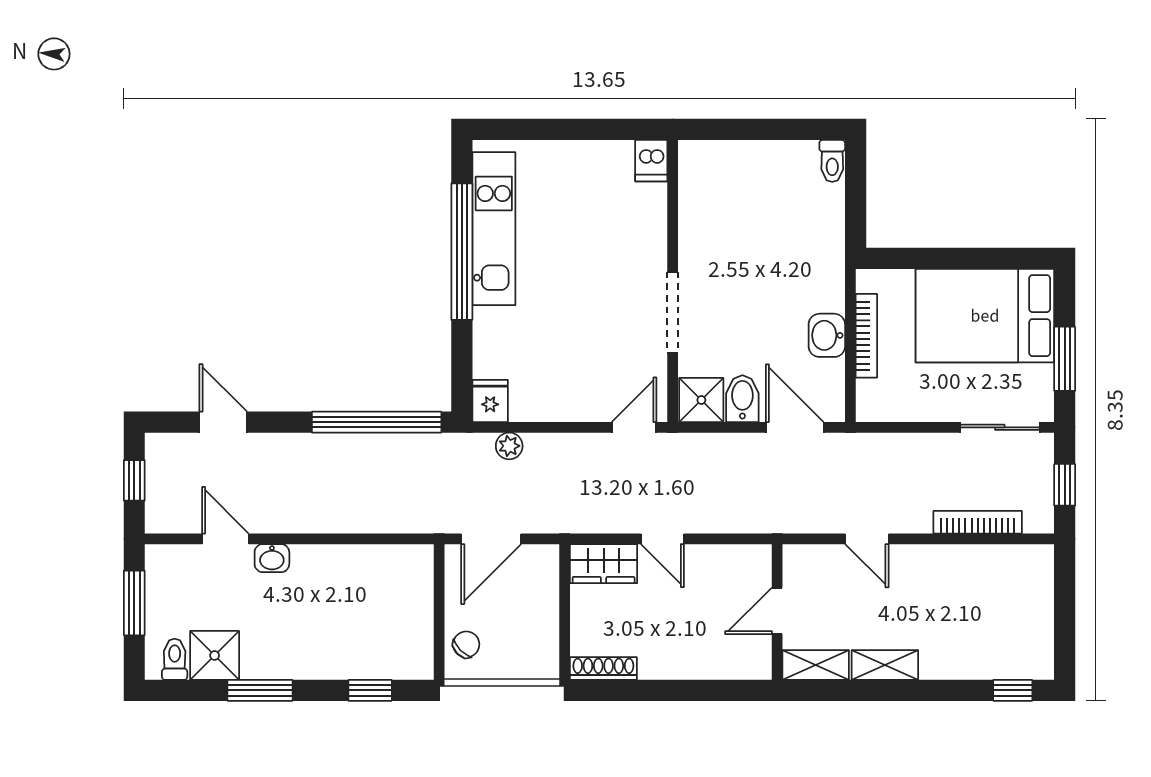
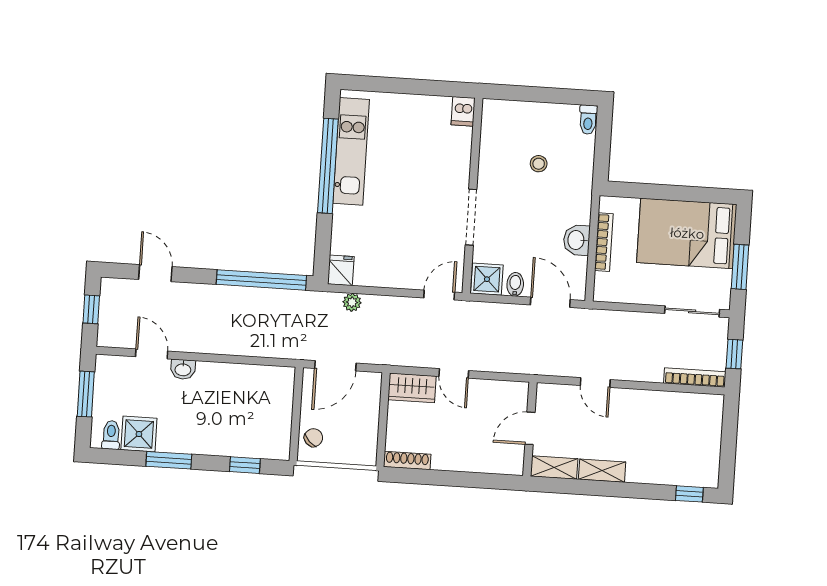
stool: (765, 229) -> (539, 164), added
bidet: (742, 399) -> (515, 284), width x0.72, depth x0.74
bookcase: (978, 522) -> (695, 377), moved

